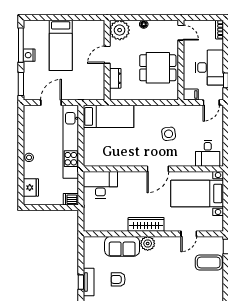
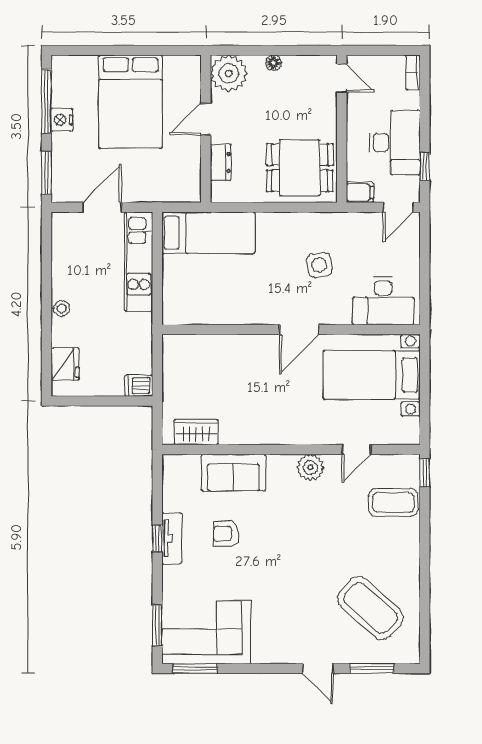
bed: (61, 45) -> (131, 102), width x1.50
dining table: (158, 68) -> (300, 168), moved
kitchen unit: (71, 142) -> (139, 262), width x0.73
desk: (208, 153) -> (383, 301), width x1.37
desk: (100, 185) -> (193, 359), removed
wardrobe: (146, 224) -> (196, 432), moved, width x0.67
plant: (148, 243) -> (310, 467), moved

